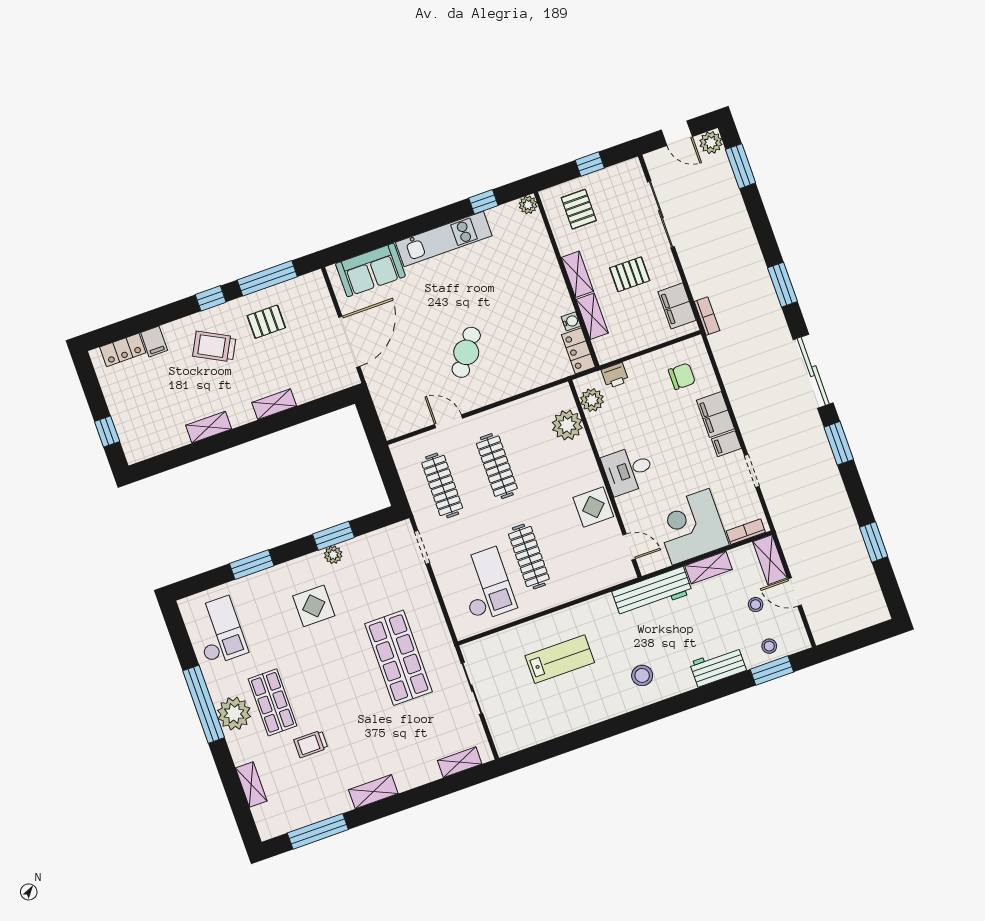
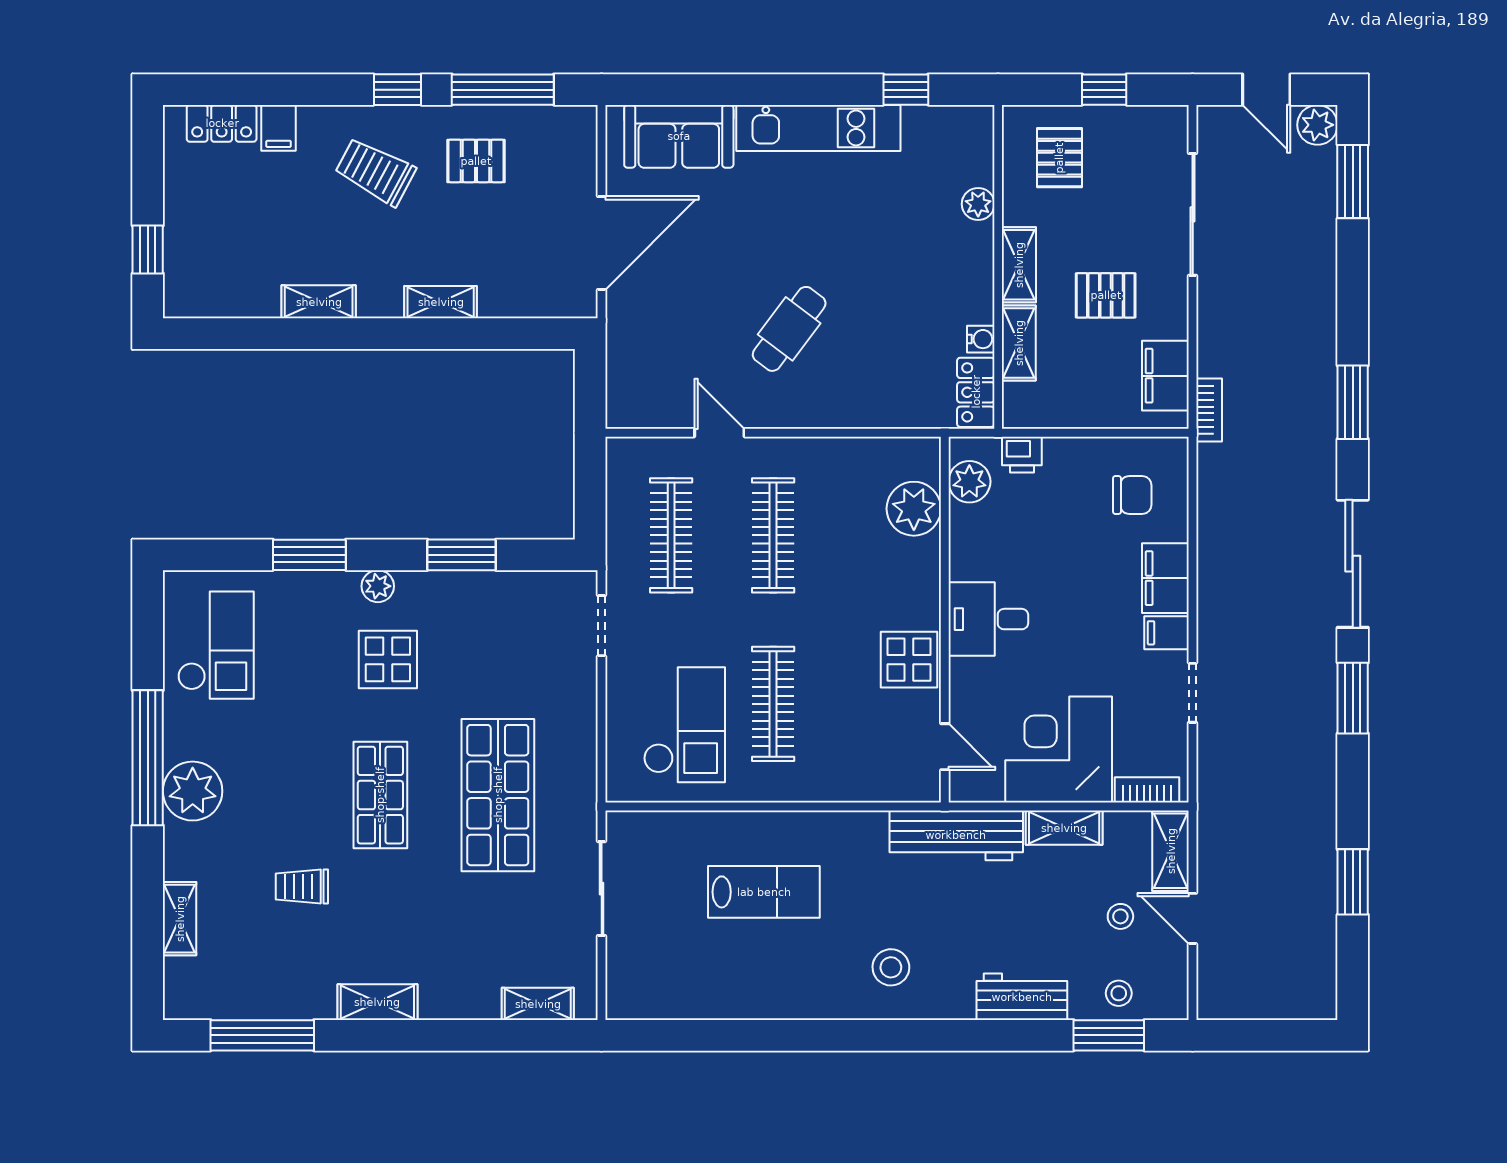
plant: (528, 205) -> (978, 204), moved
plant: (333, 555) -> (378, 586), moved
shop shelf: (272, 702) -> (380, 795), moved

